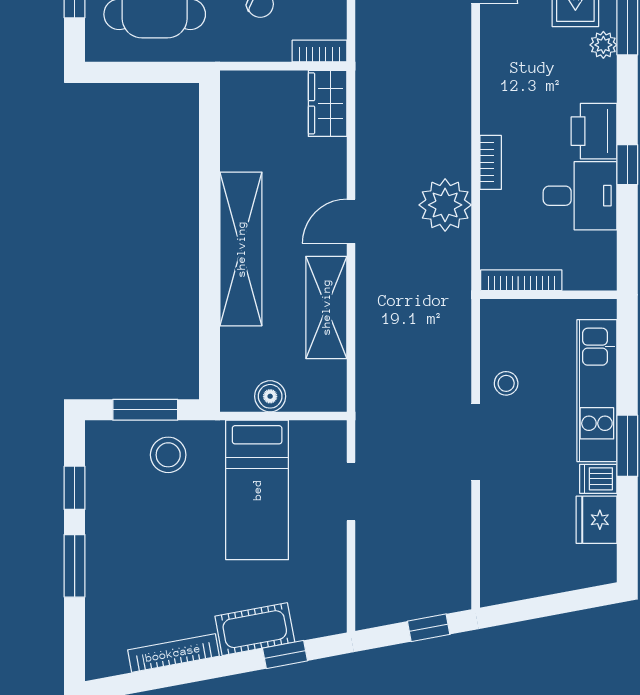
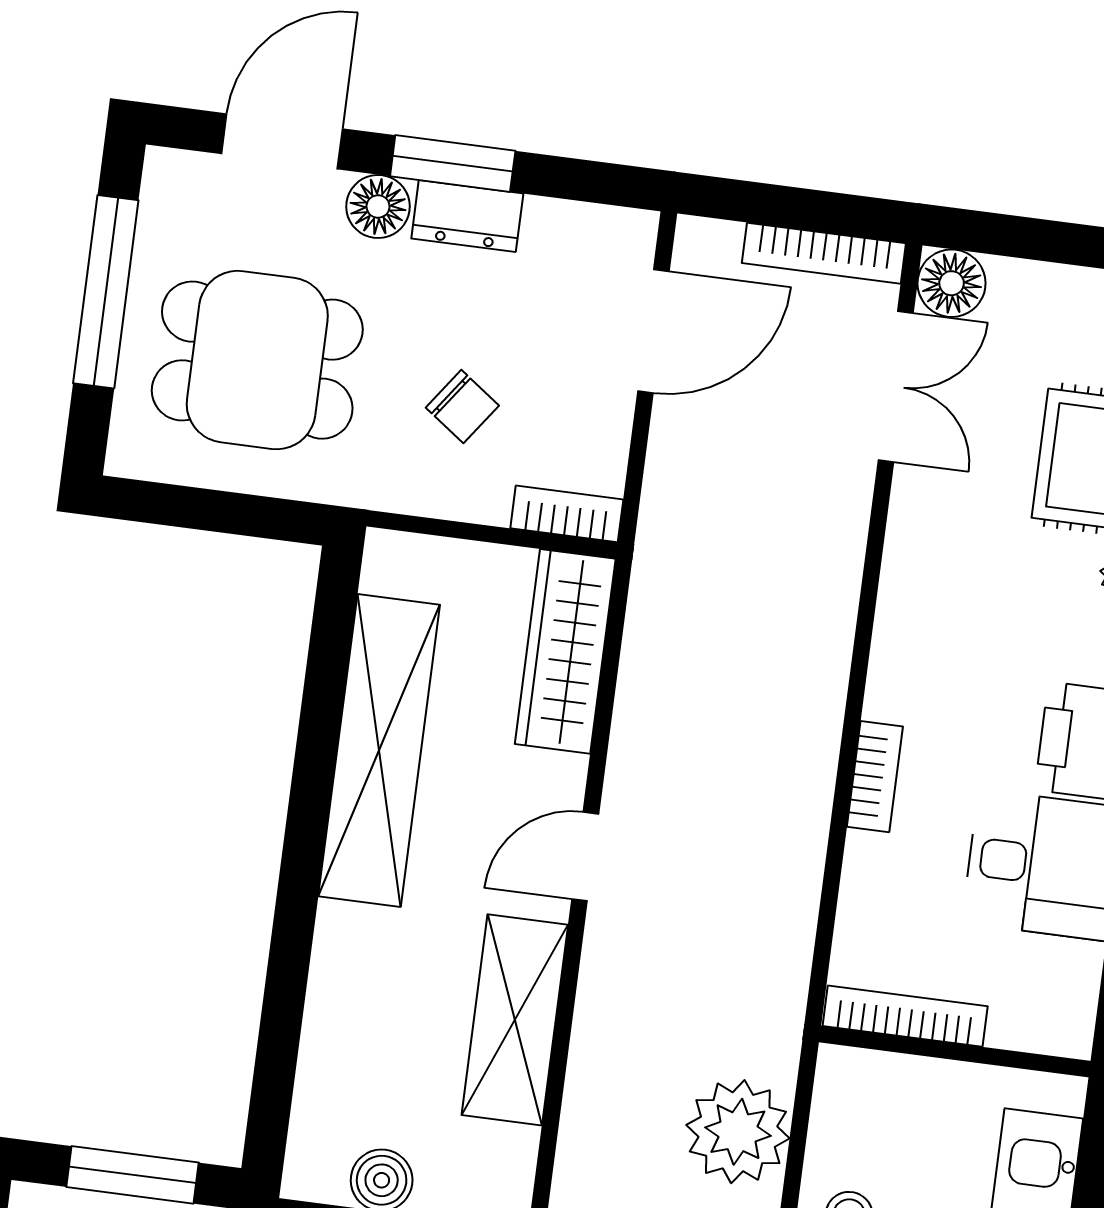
wardrobe: (328, 103) -> (565, 651), width x1.50
plant: (445, 205) -> (738, 1132), moved
shelving: (241, 249) -> (379, 750), moved

